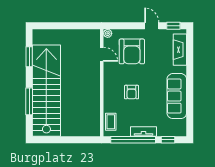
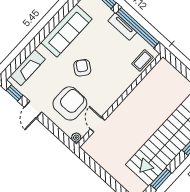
armchair: (132, 92) -> (82, 68), moved, turned -52

